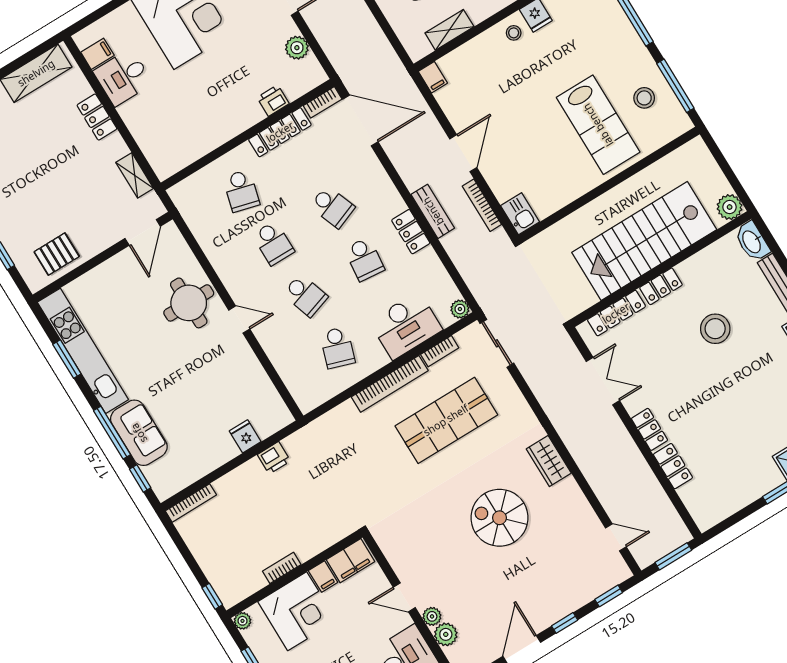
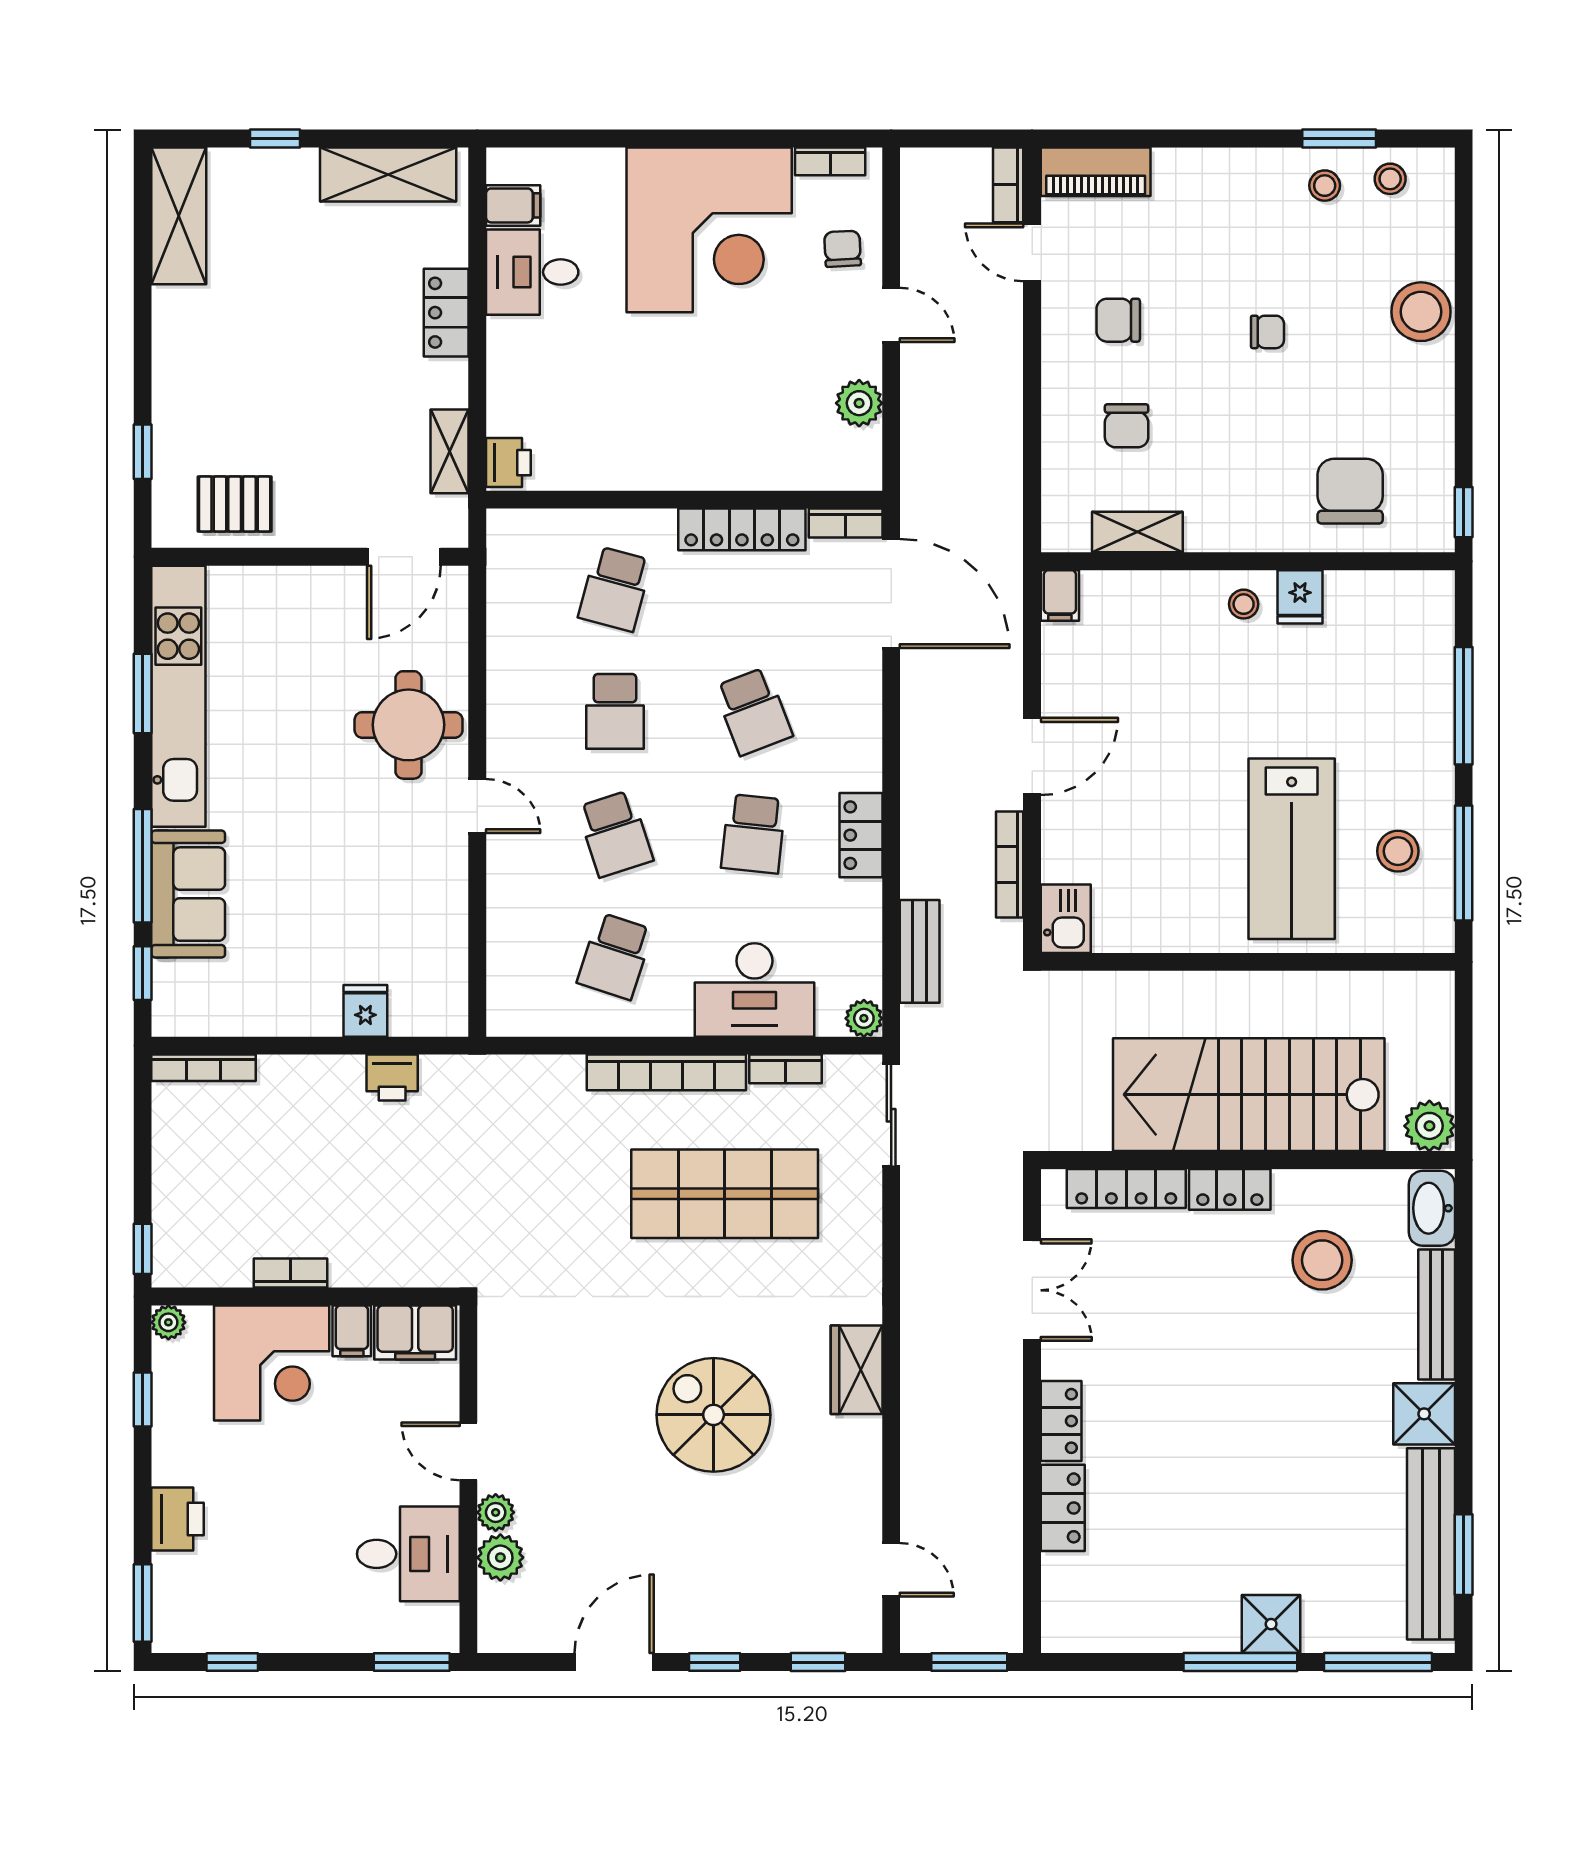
printer: (273, 101) -> (508, 463), moved, turned 90
bench: (433, 211) -> (920, 951), moved
stool: (715, 329) -> (1322, 1260), moved

